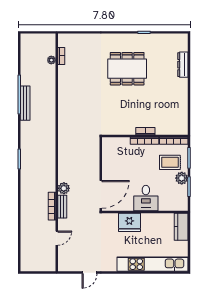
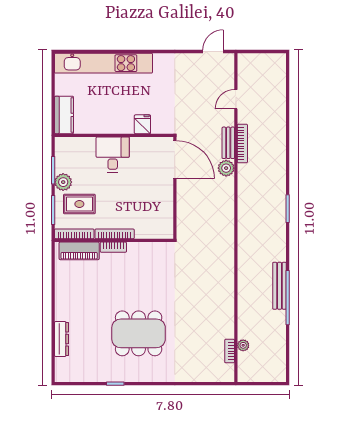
piano: (170, 128) -> (79, 251), added
door: (101, 194) -> (175, 160), swing flipped
fridge: (129, 222) -> (142, 124), width x0.53, depth x0.75
door: (90, 273) -> (213, 52), moved

